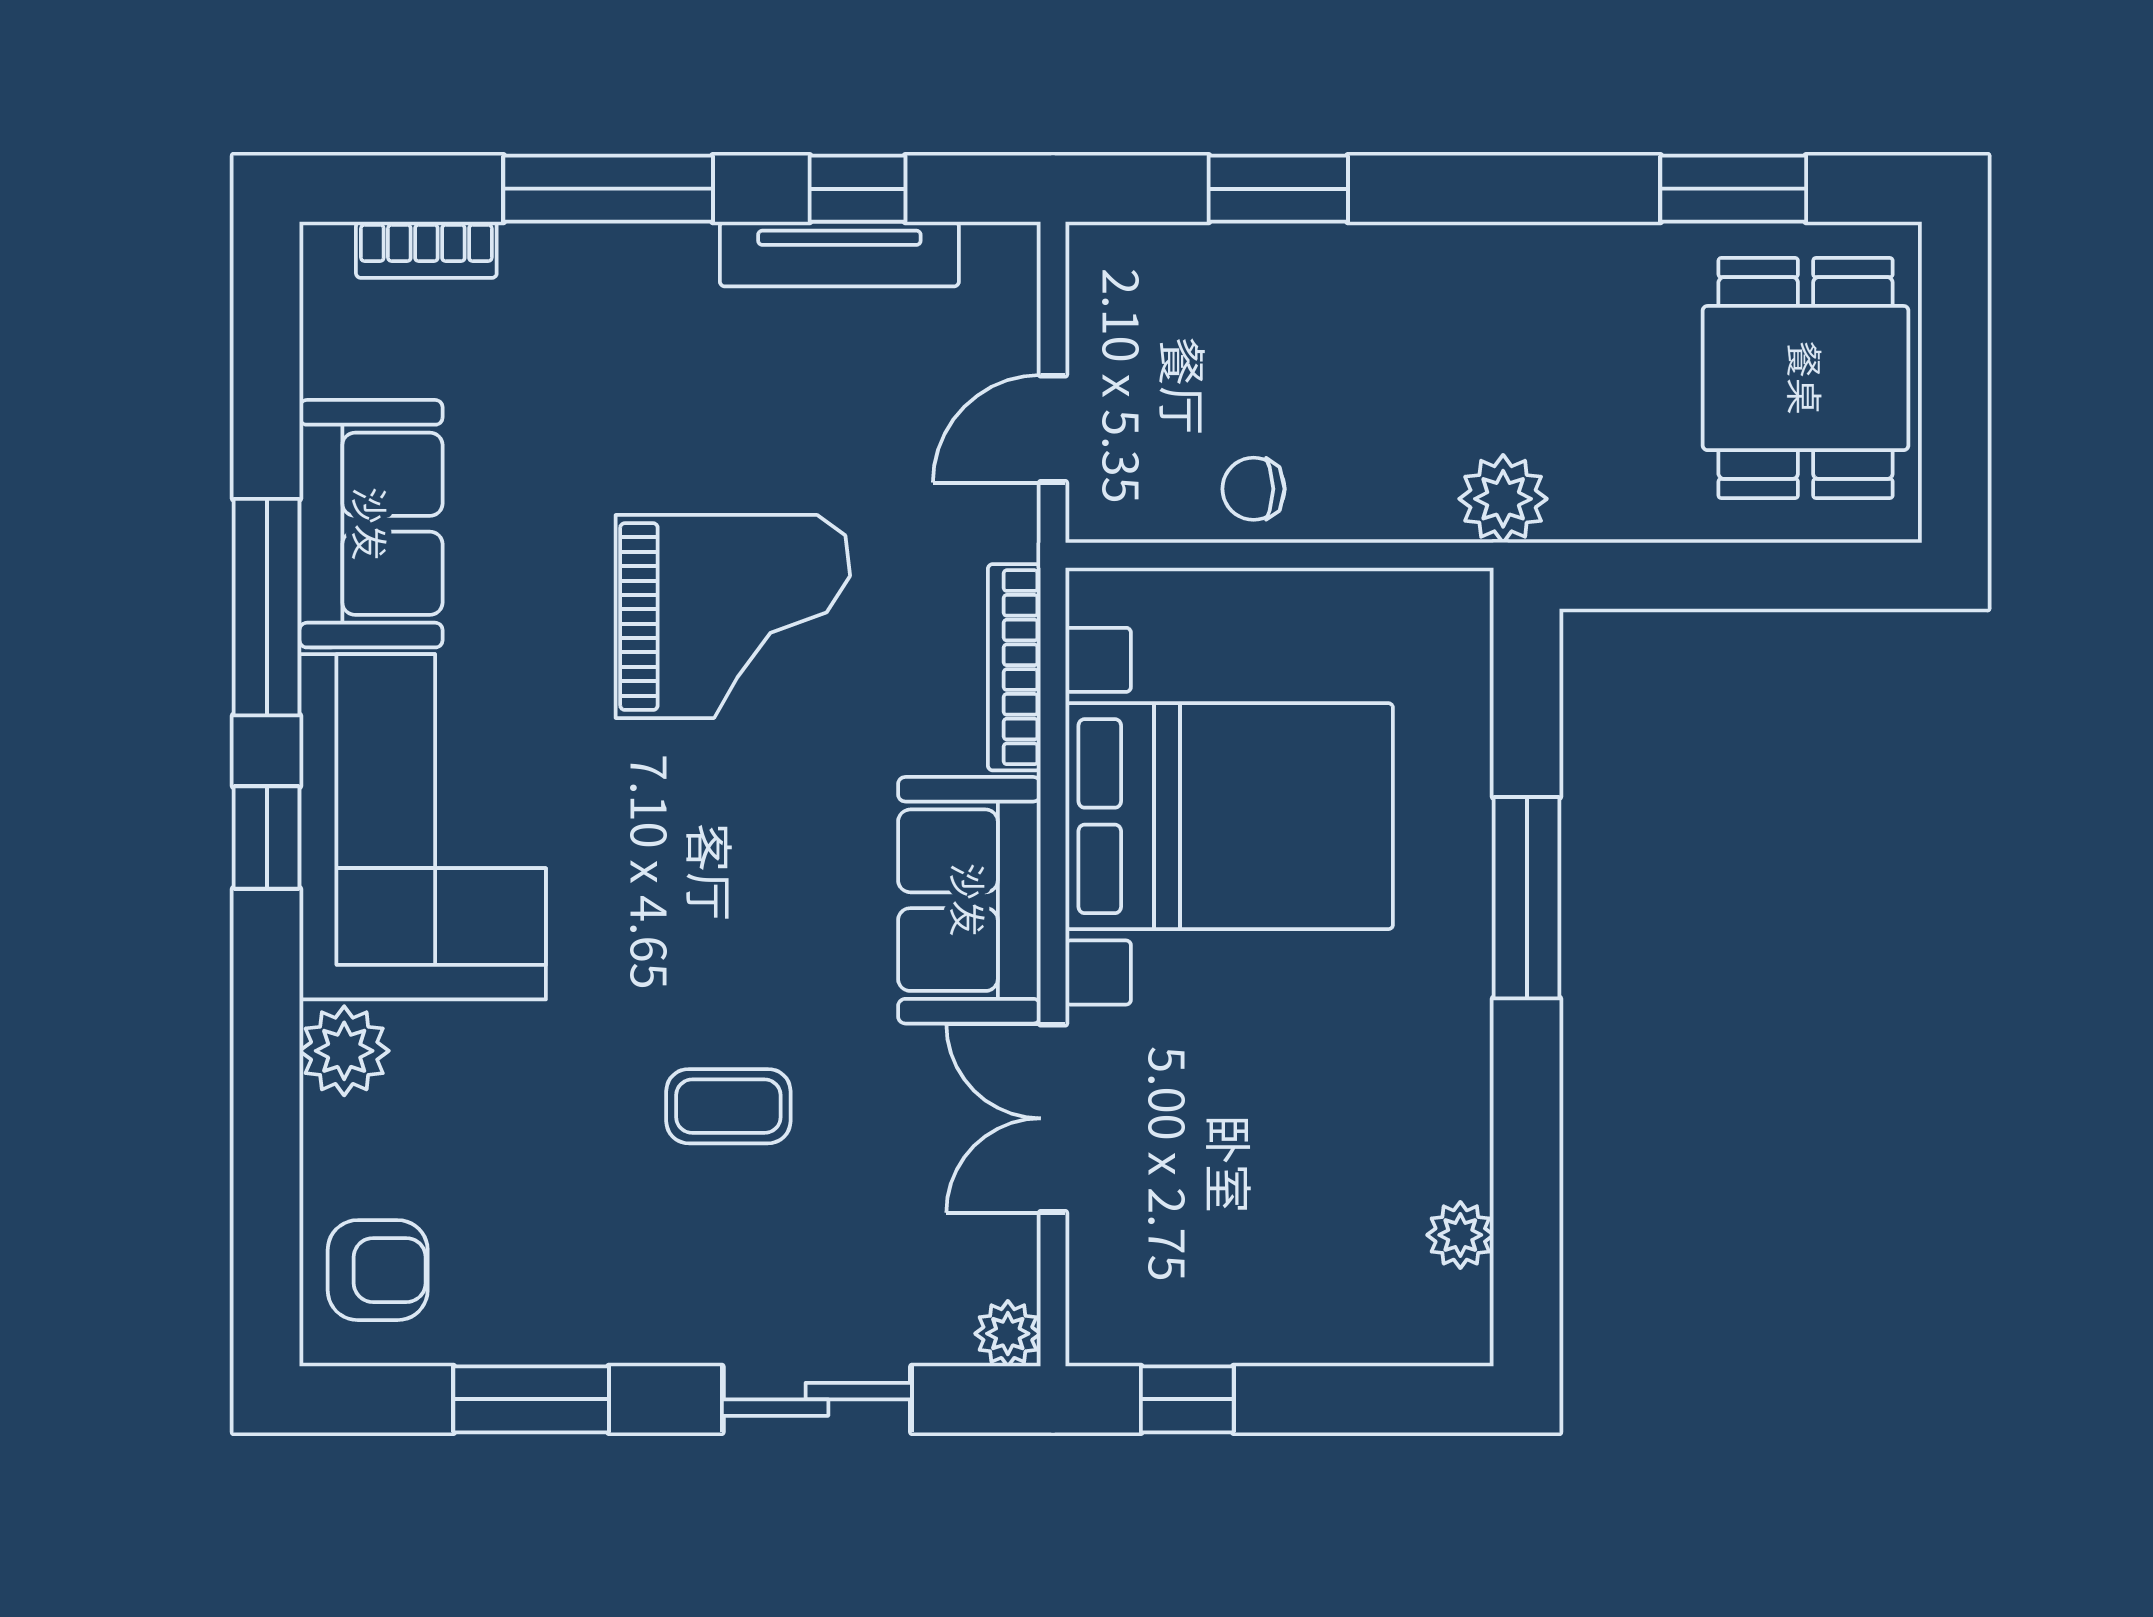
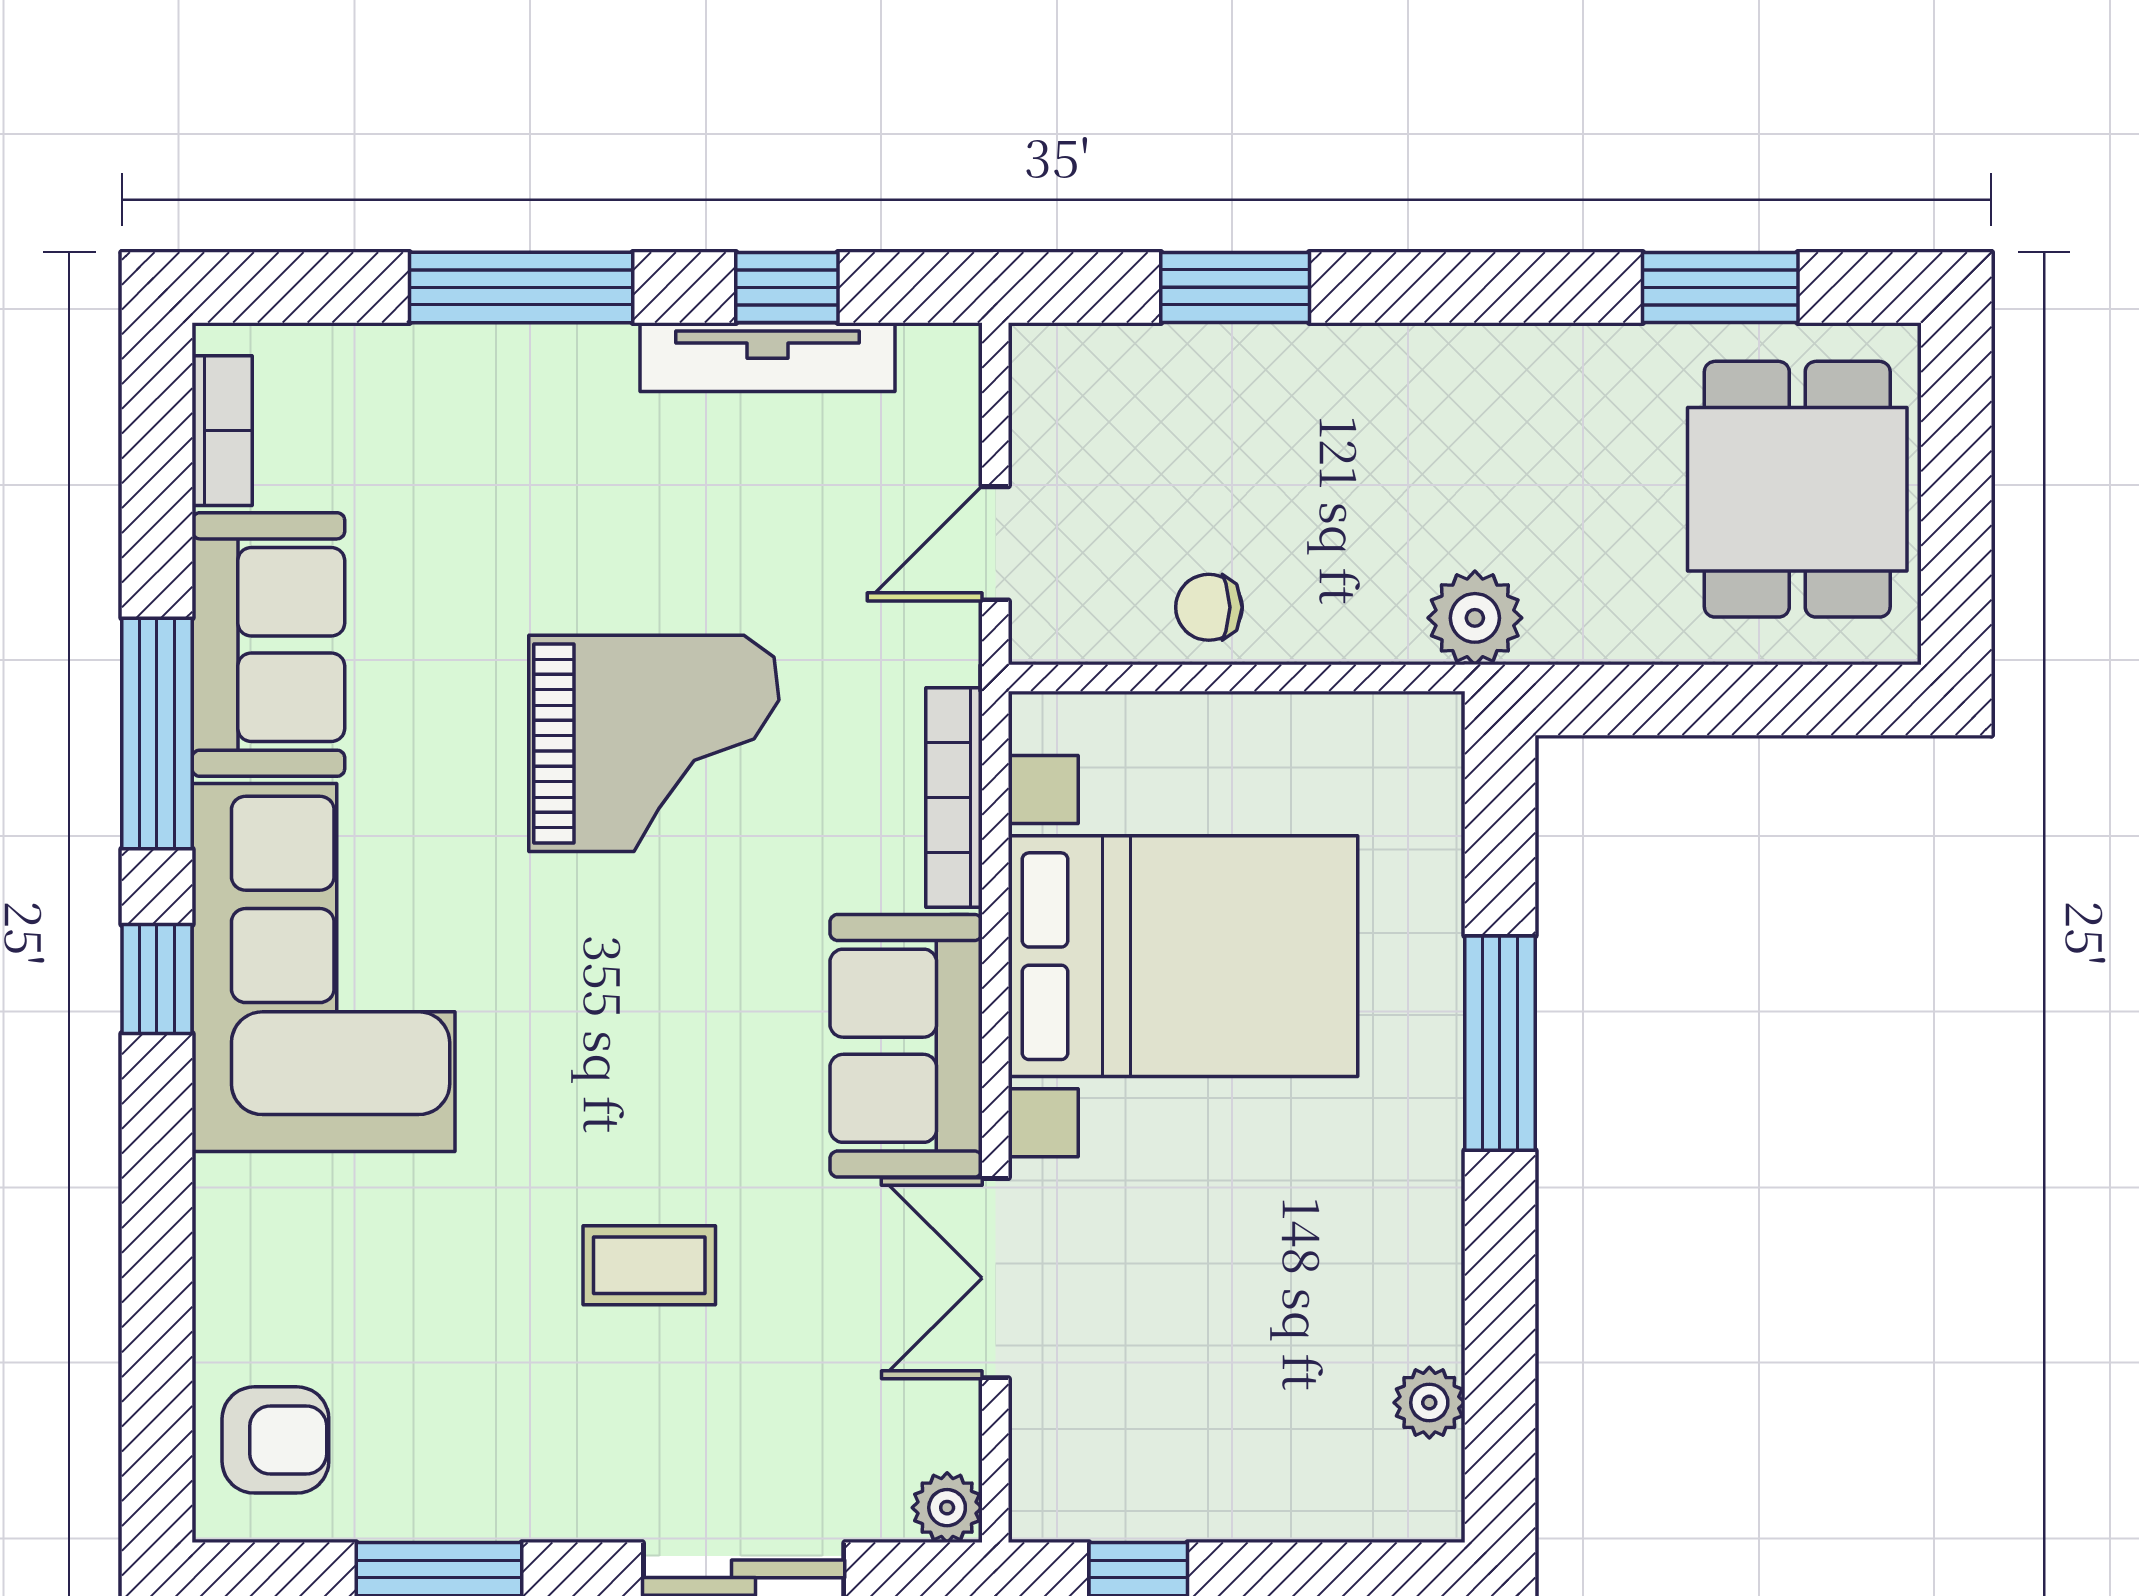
bookcase: (426, 250) -> (222, 431), moved, turned -90
plant: (344, 1051) -> (240, 1206), removed

